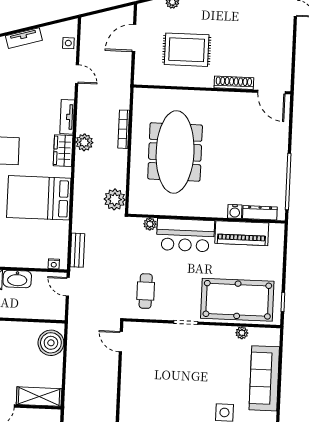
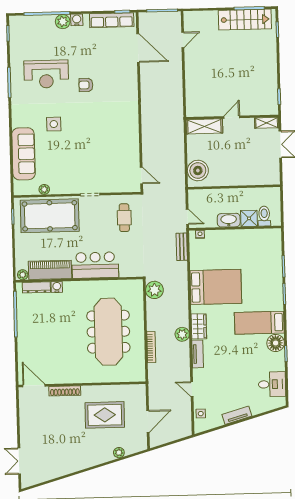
plant: (150, 224) -> (23, 275), moved

